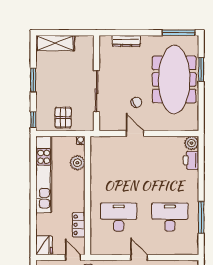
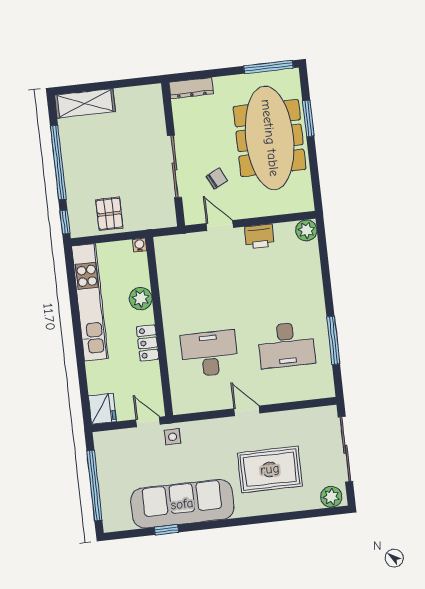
window: (33, 80) -> (58, 162), width x2.11
wall: (96, 83) -> (173, 154), moved
sliding door: (96, 91) -> (174, 166), moved
printer: (191, 160) -> (259, 236), moved, turned -90
plant: (77, 163) -> (141, 299), moved
desk: (170, 217) -> (286, 345), turned 180
locker: (79, 225) -> (148, 343), moved

